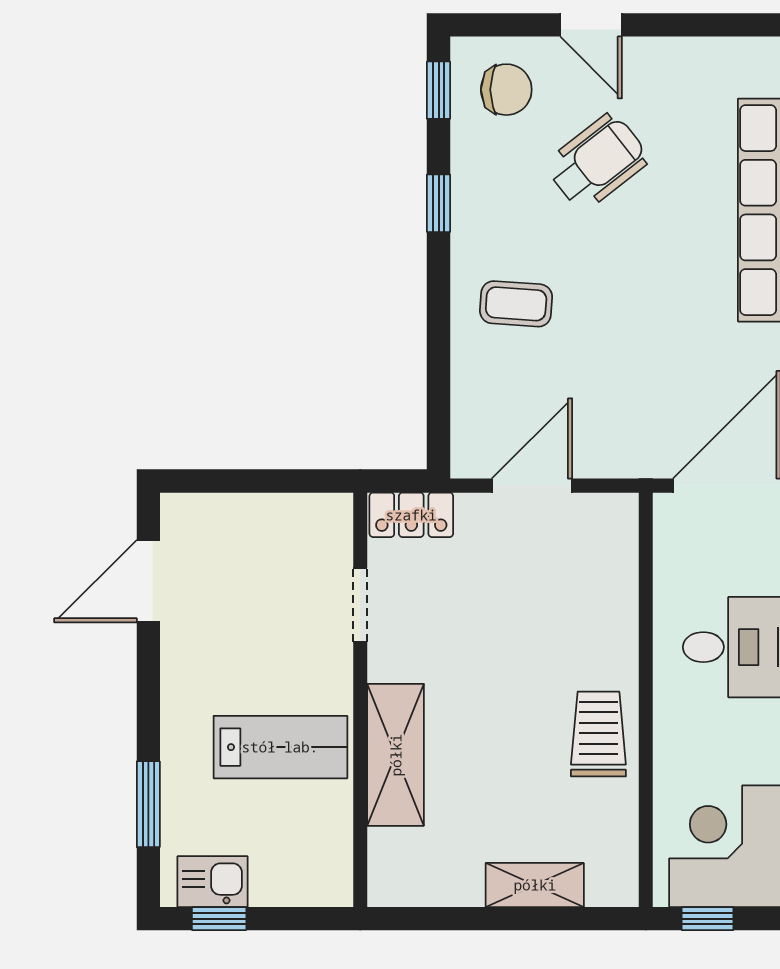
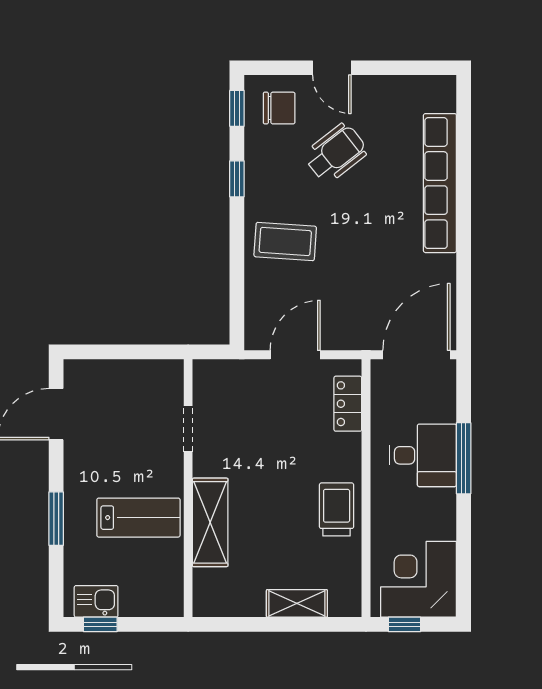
coffee table: (516, 304) -> (285, 241), width x1.36, depth x1.30
locker: (411, 515) -> (348, 404), moved, turned 90
window: (148, 804) -> (56, 519), moved

